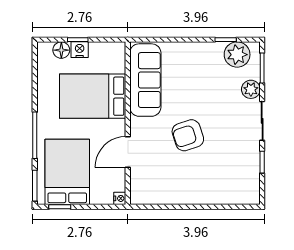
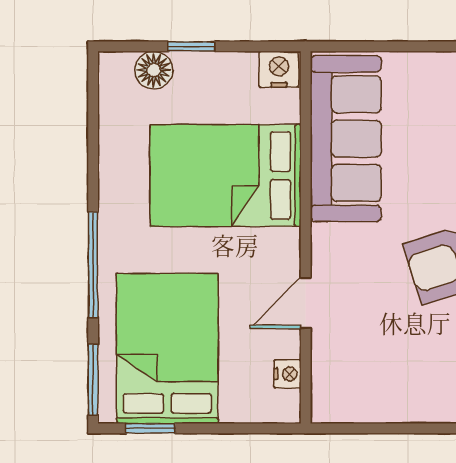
nightstand: (80, 50) -> (279, 69), moved
door: (128, 152) -> (306, 303), width x0.73
nightstand: (120, 198) -> (287, 374), moved

